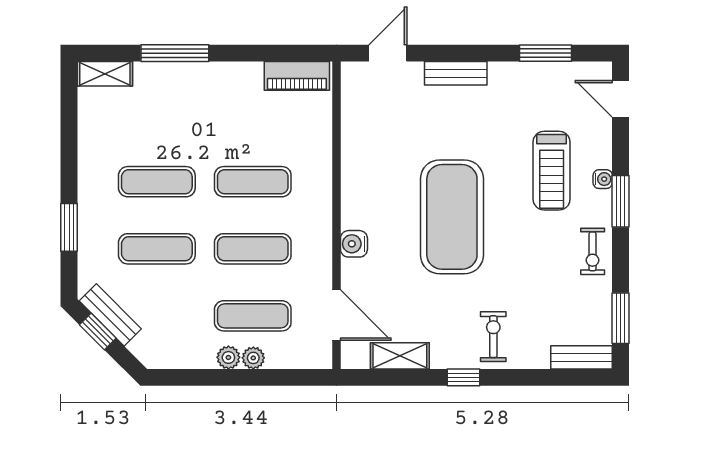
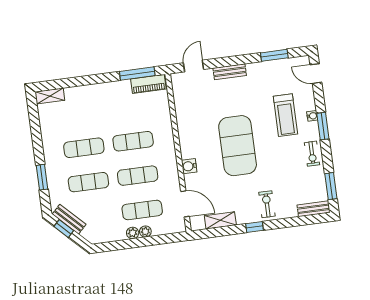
window: (175, 53) -> (137, 74), moved

